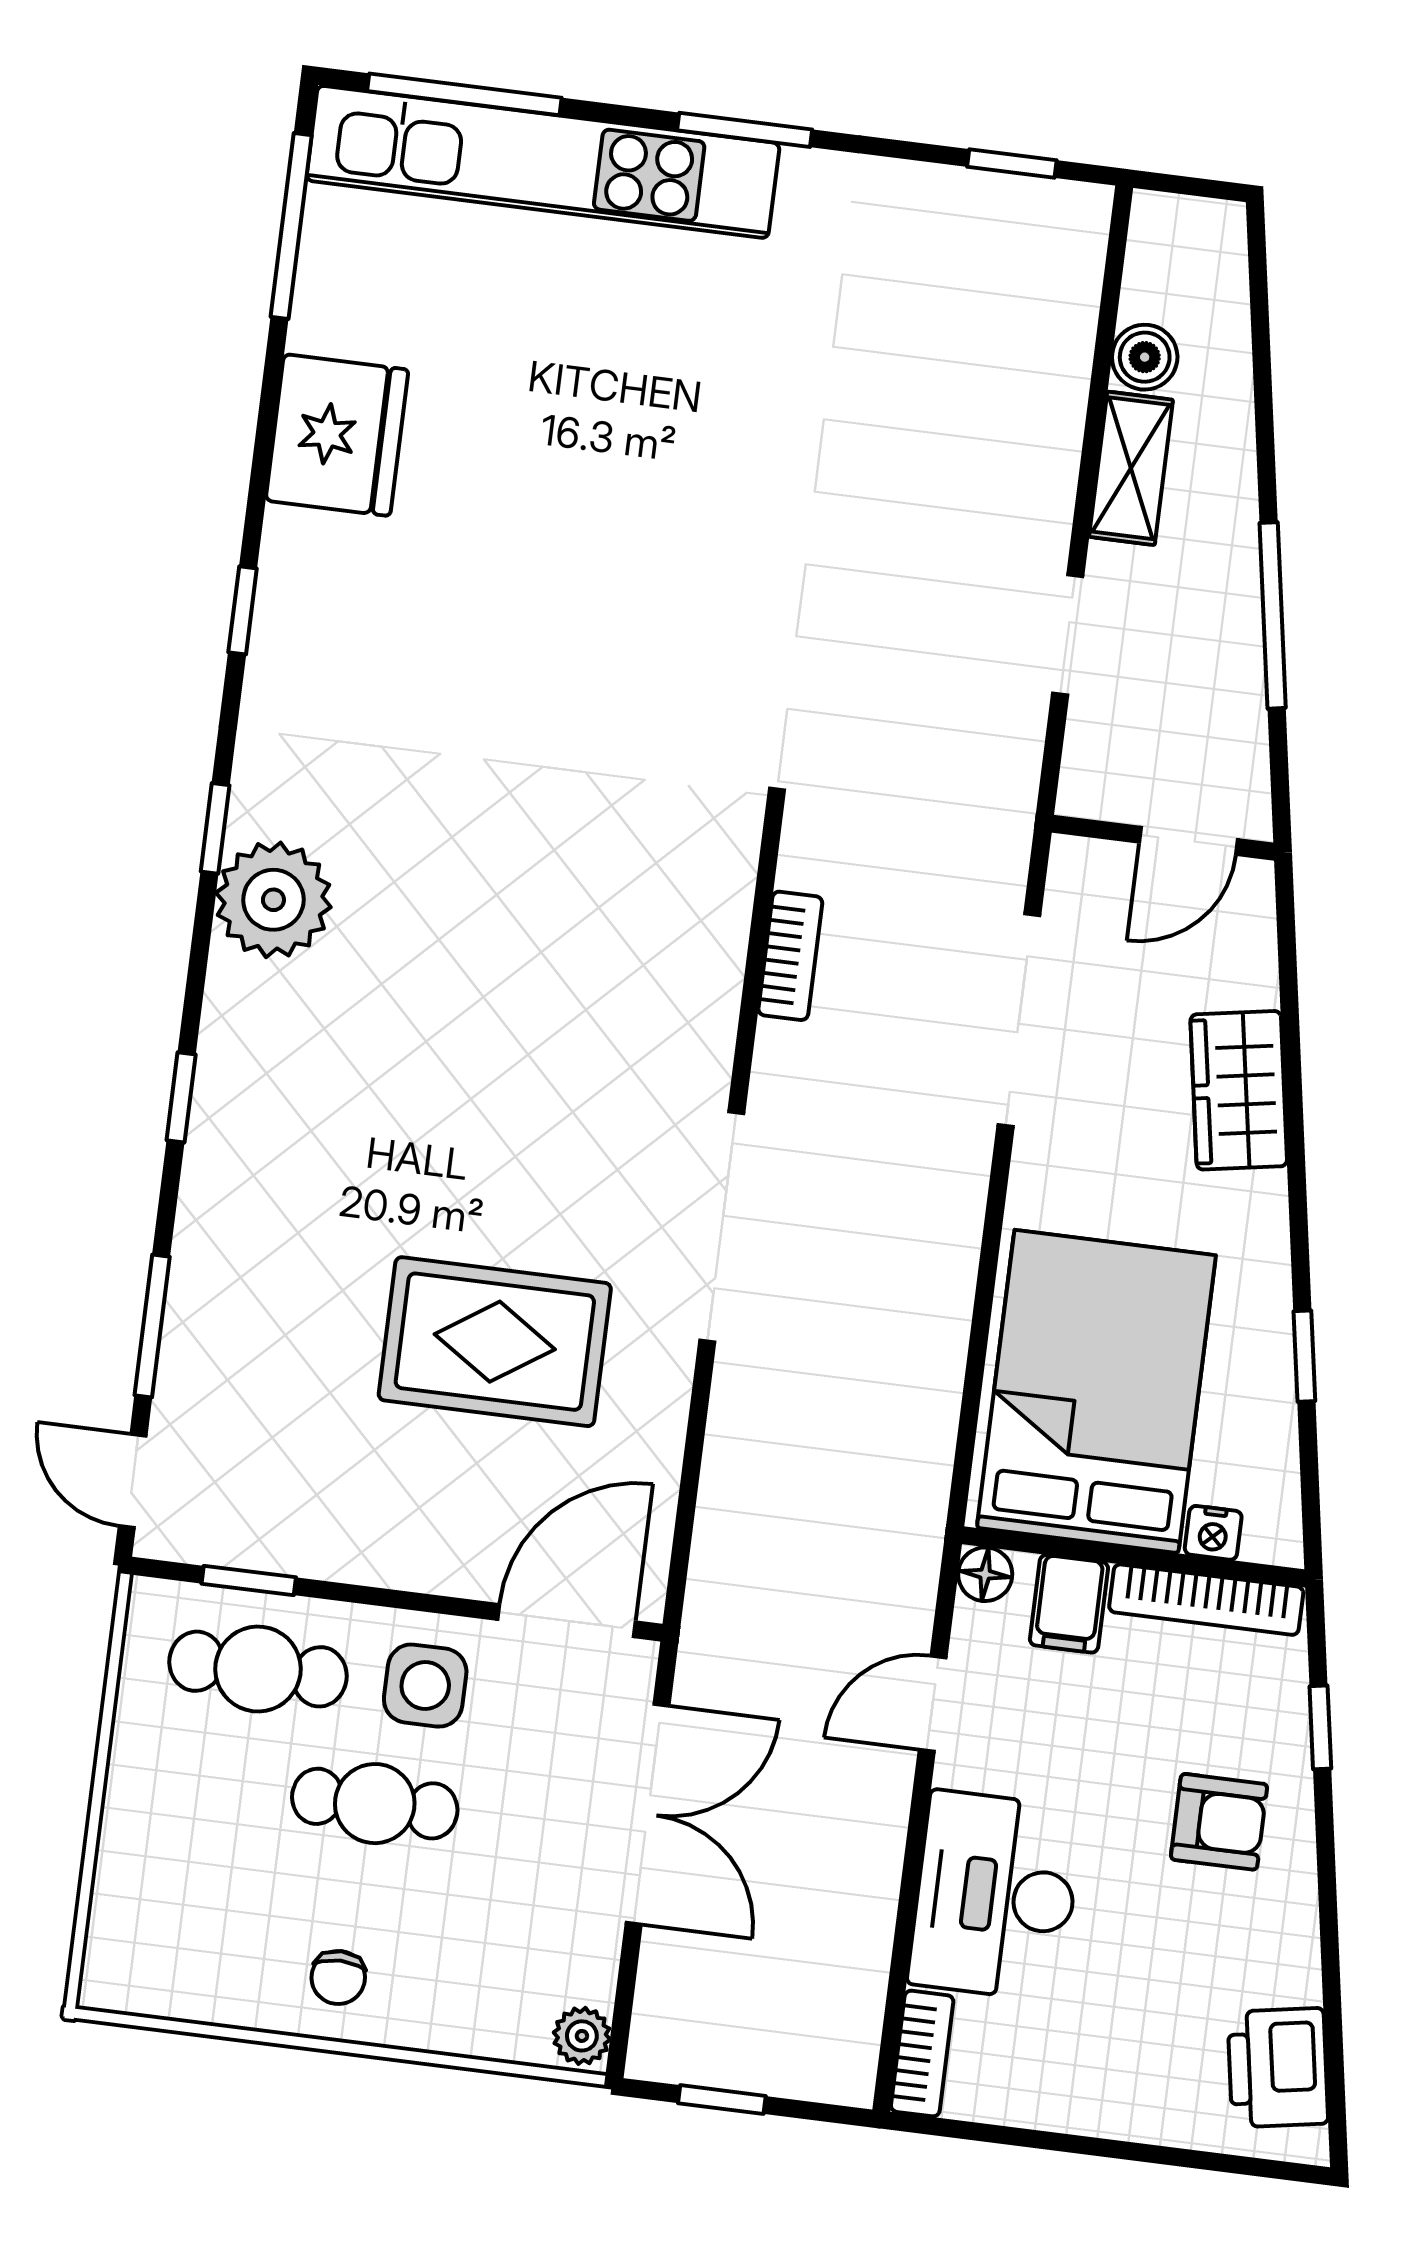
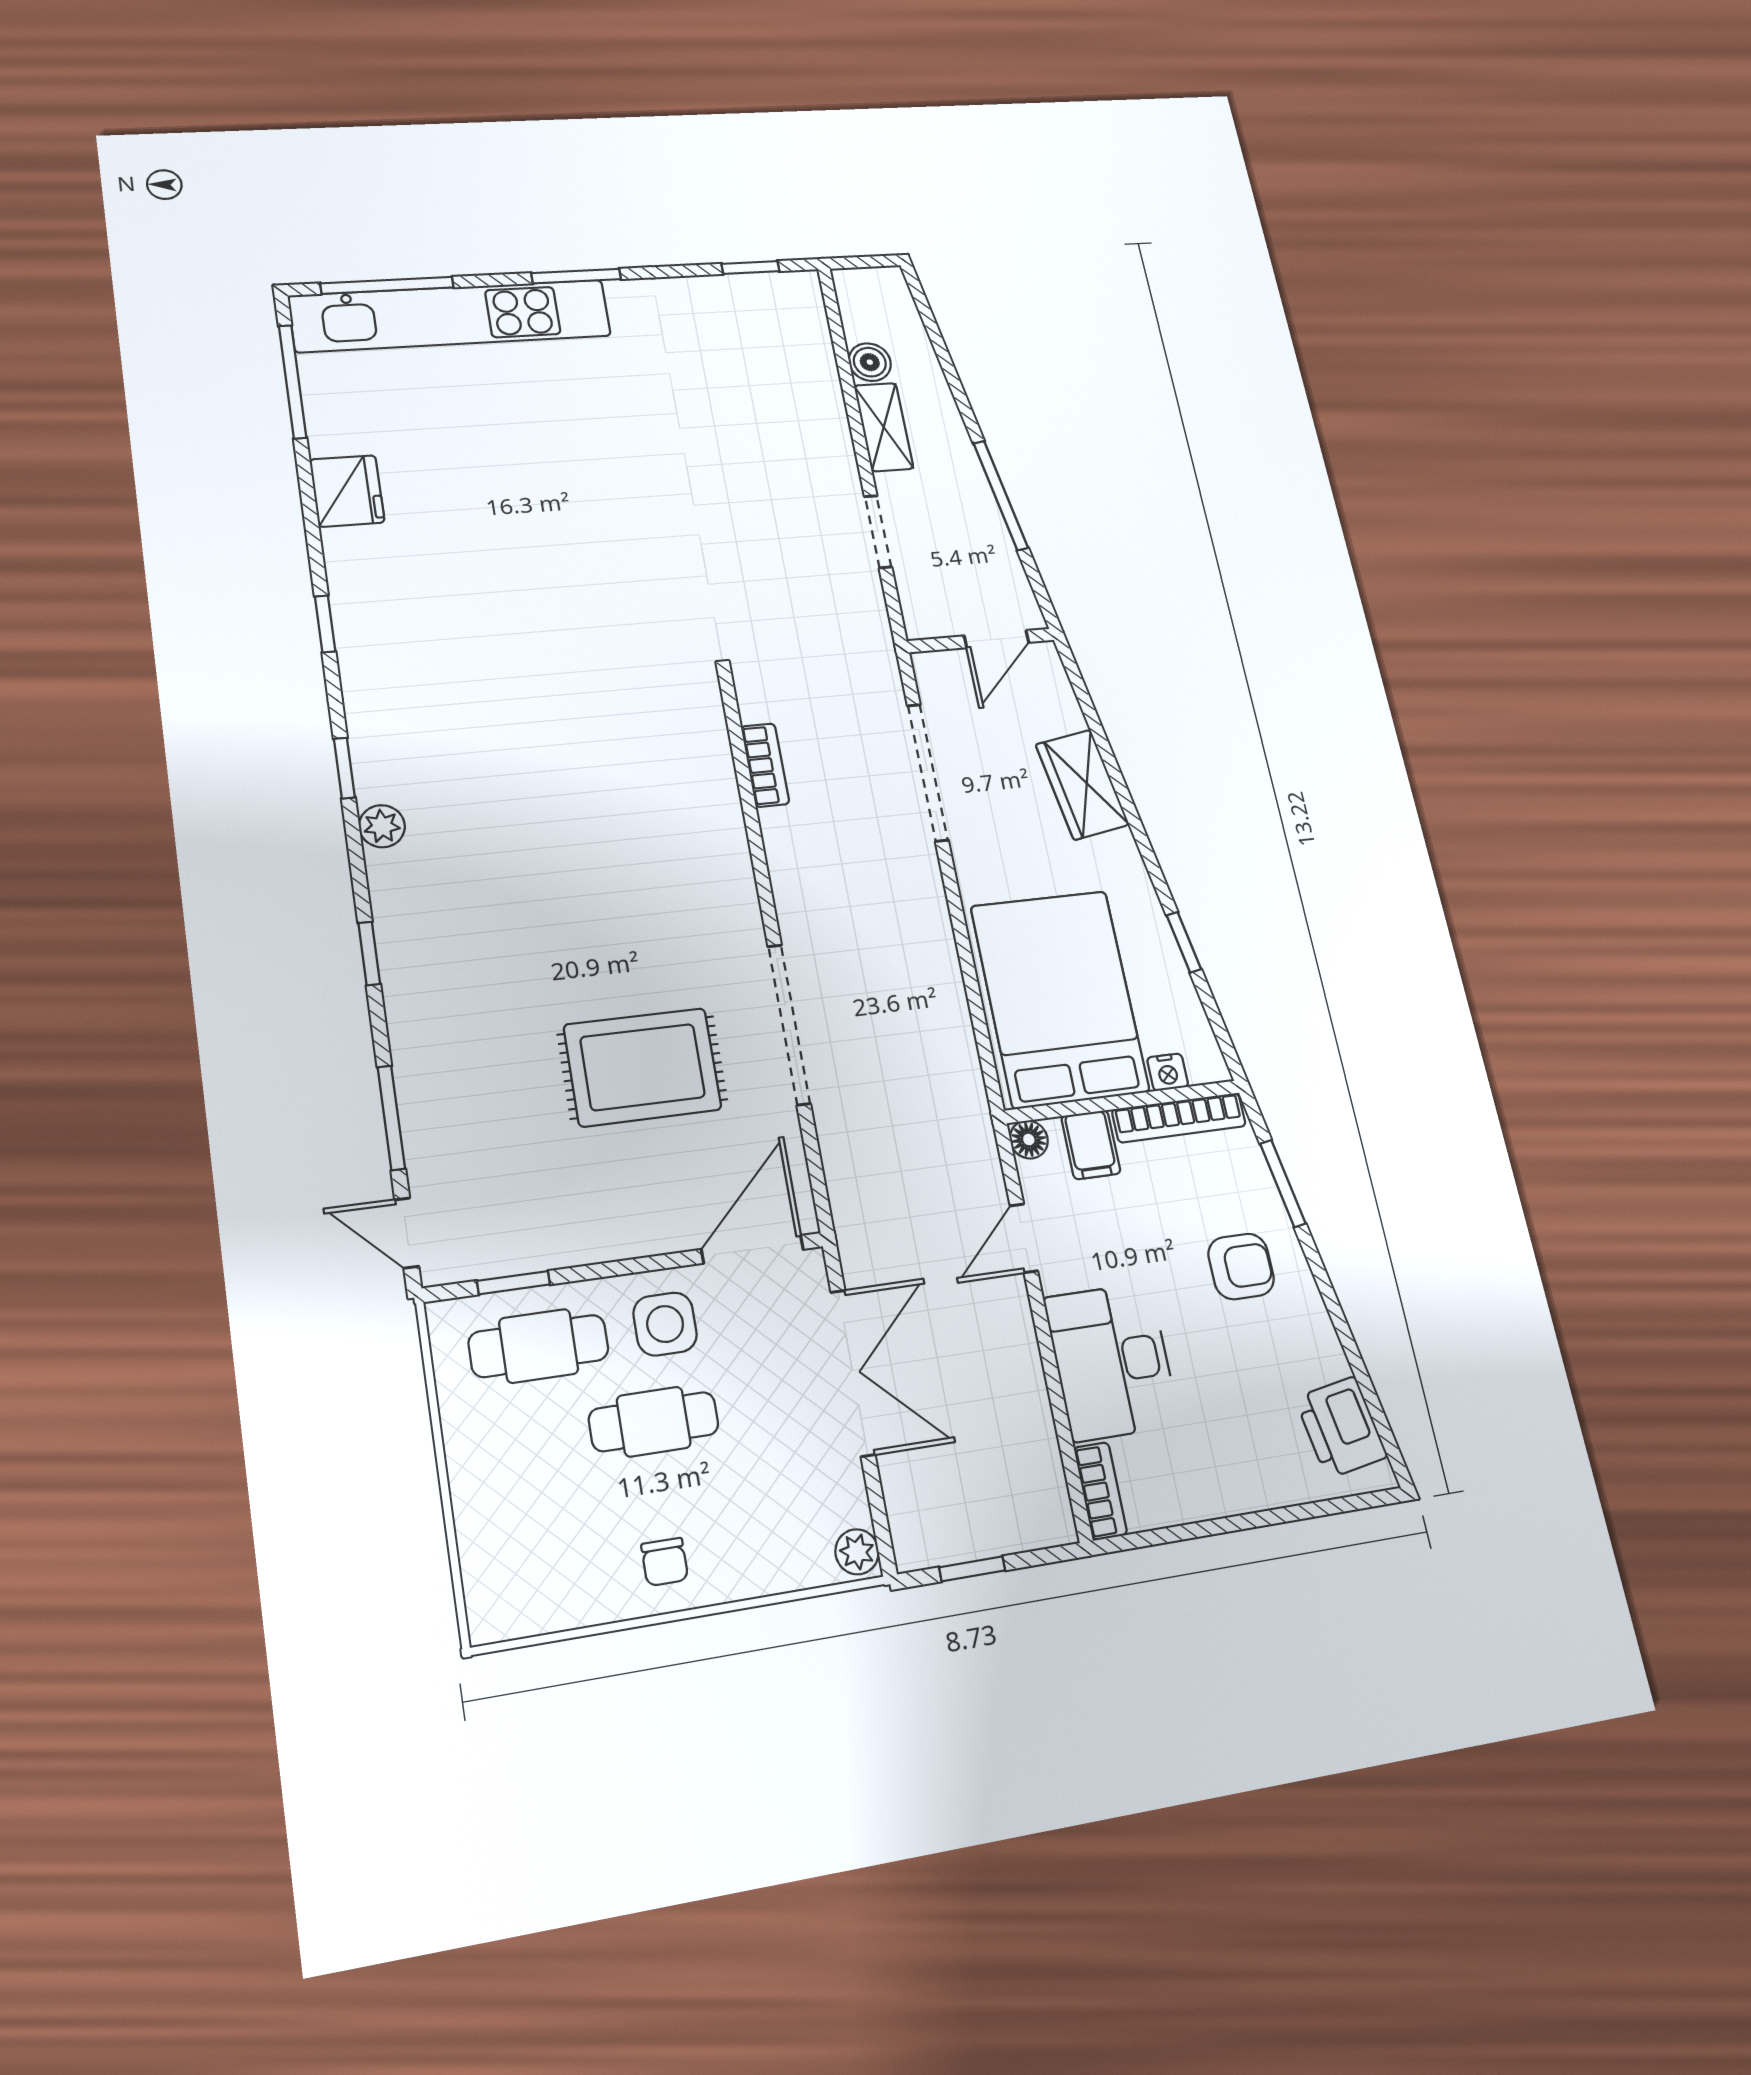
fridge: (337, 435) -> (347, 491), width x0.73, depth x0.75
plant: (273, 900) -> (382, 826), width x0.53, depth x0.53
doorway: (722, 1227) -> (789, 1024), moved
window: (1320, 1727) -> (1283, 1184), width x1.50

